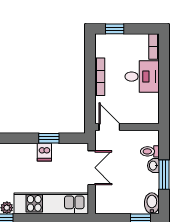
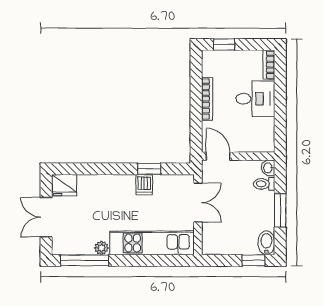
washbasin: (153, 166) -> (268, 168), moved

